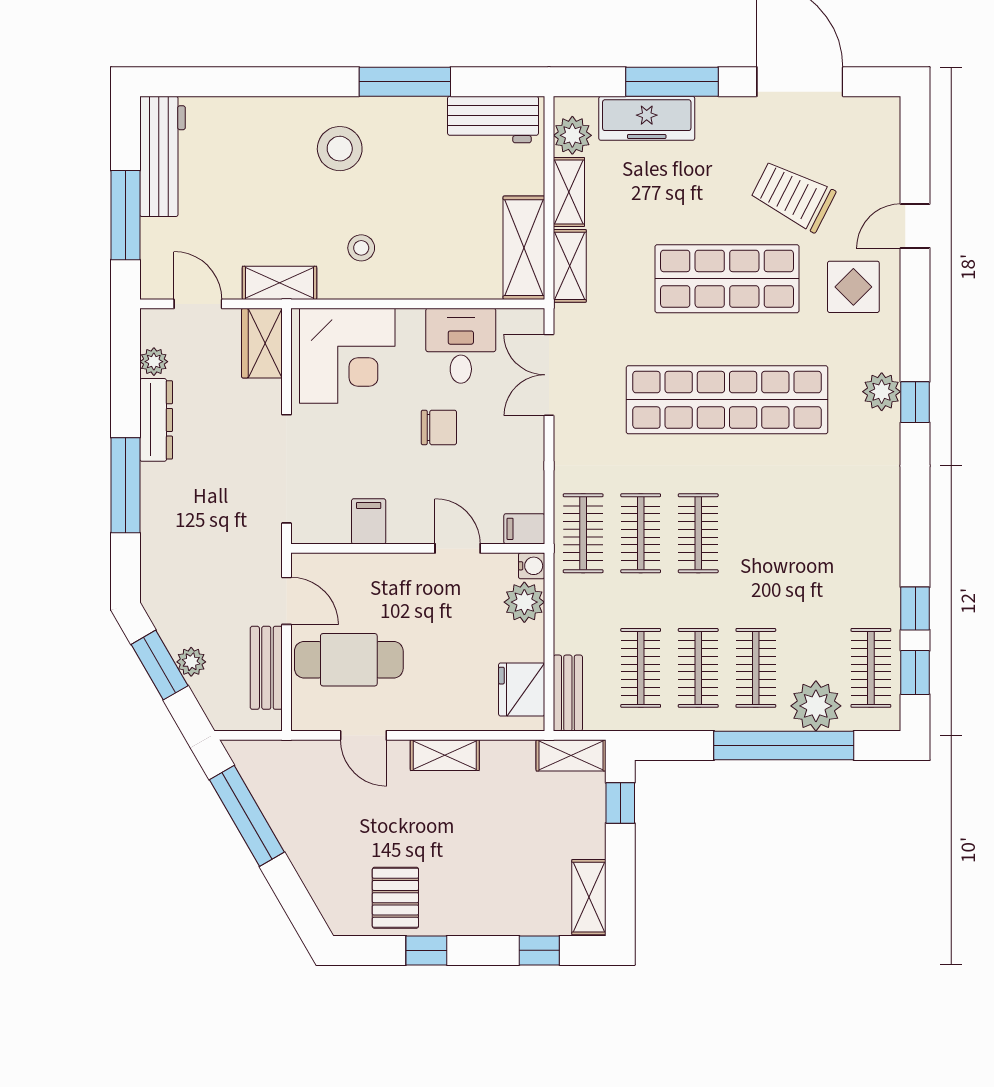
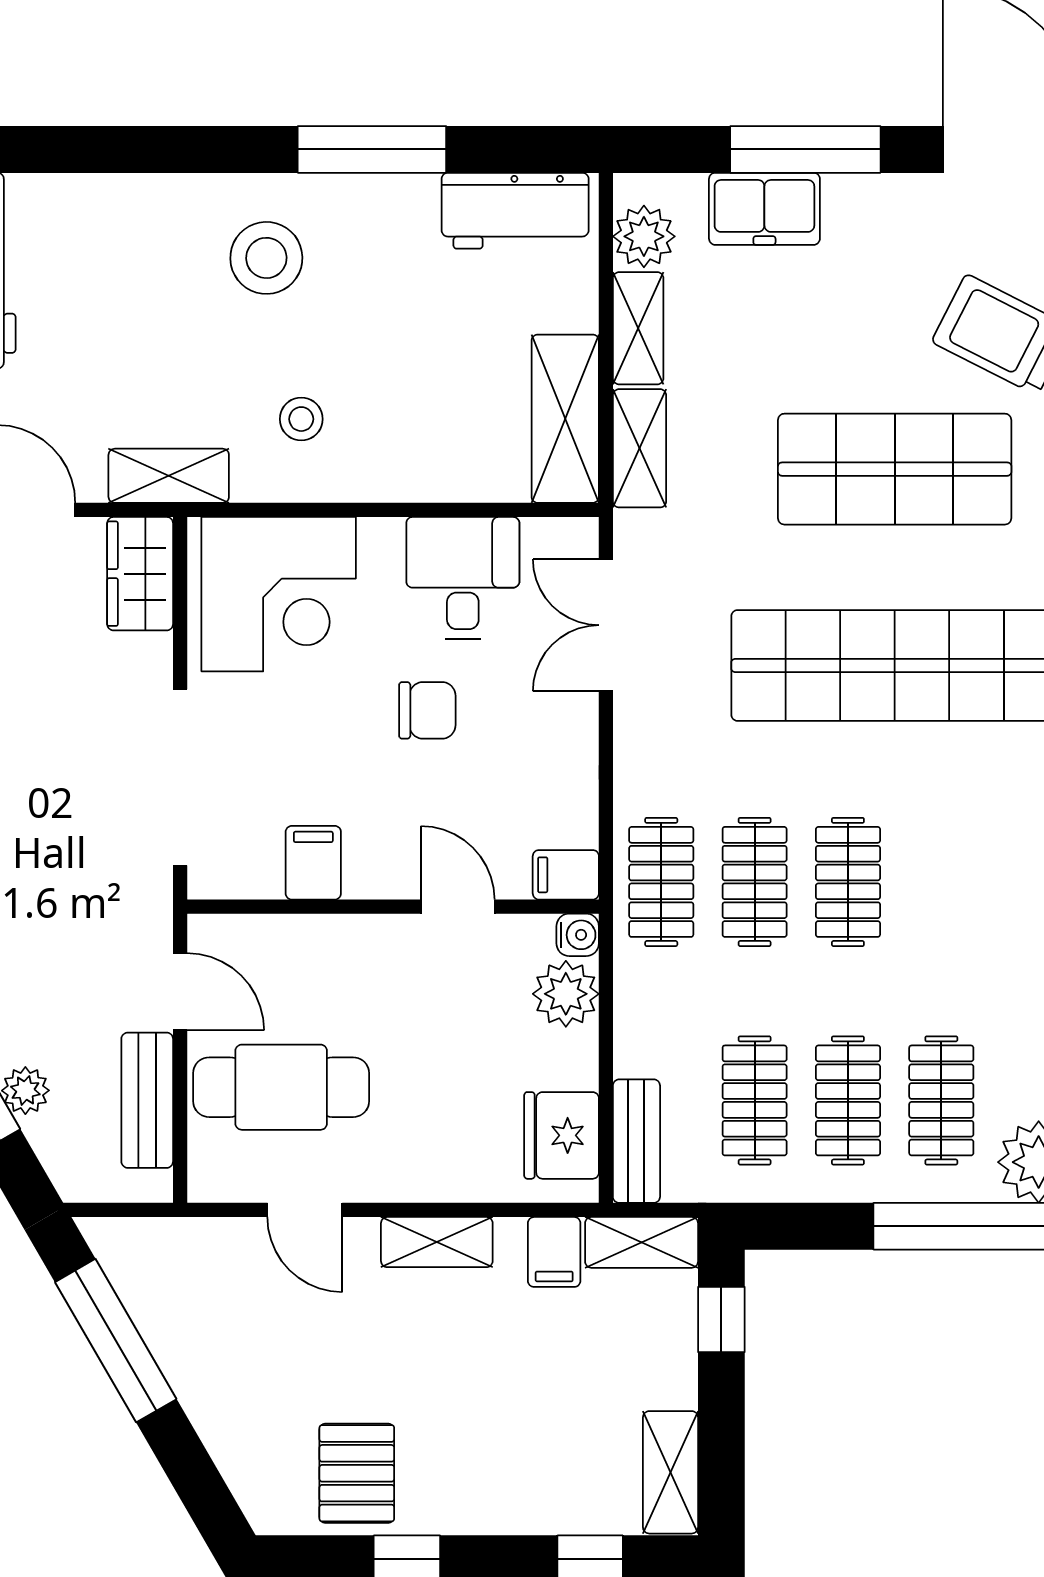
freezer: (647, 118) -> (764, 209), width x0.71
filing cabinet: (517, 761) -> (554, 1252), added

